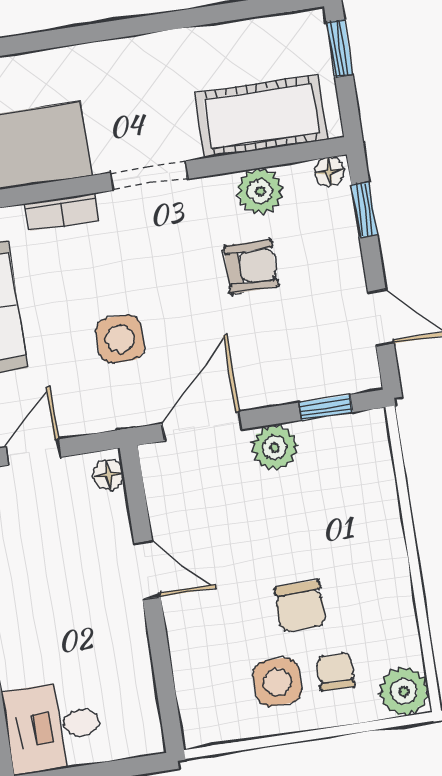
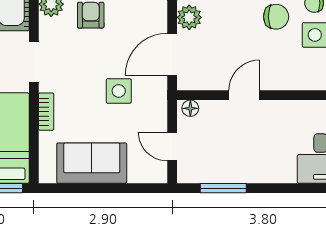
door: (202, 426) -> (172, 54), hinge flipped

